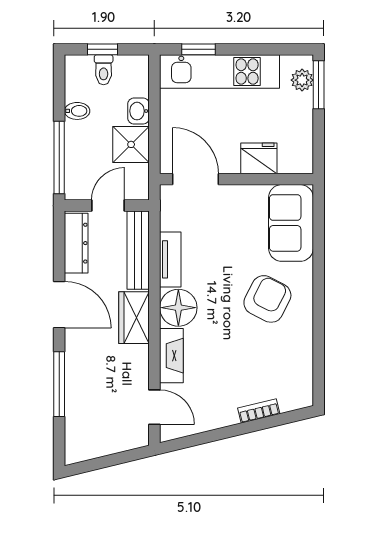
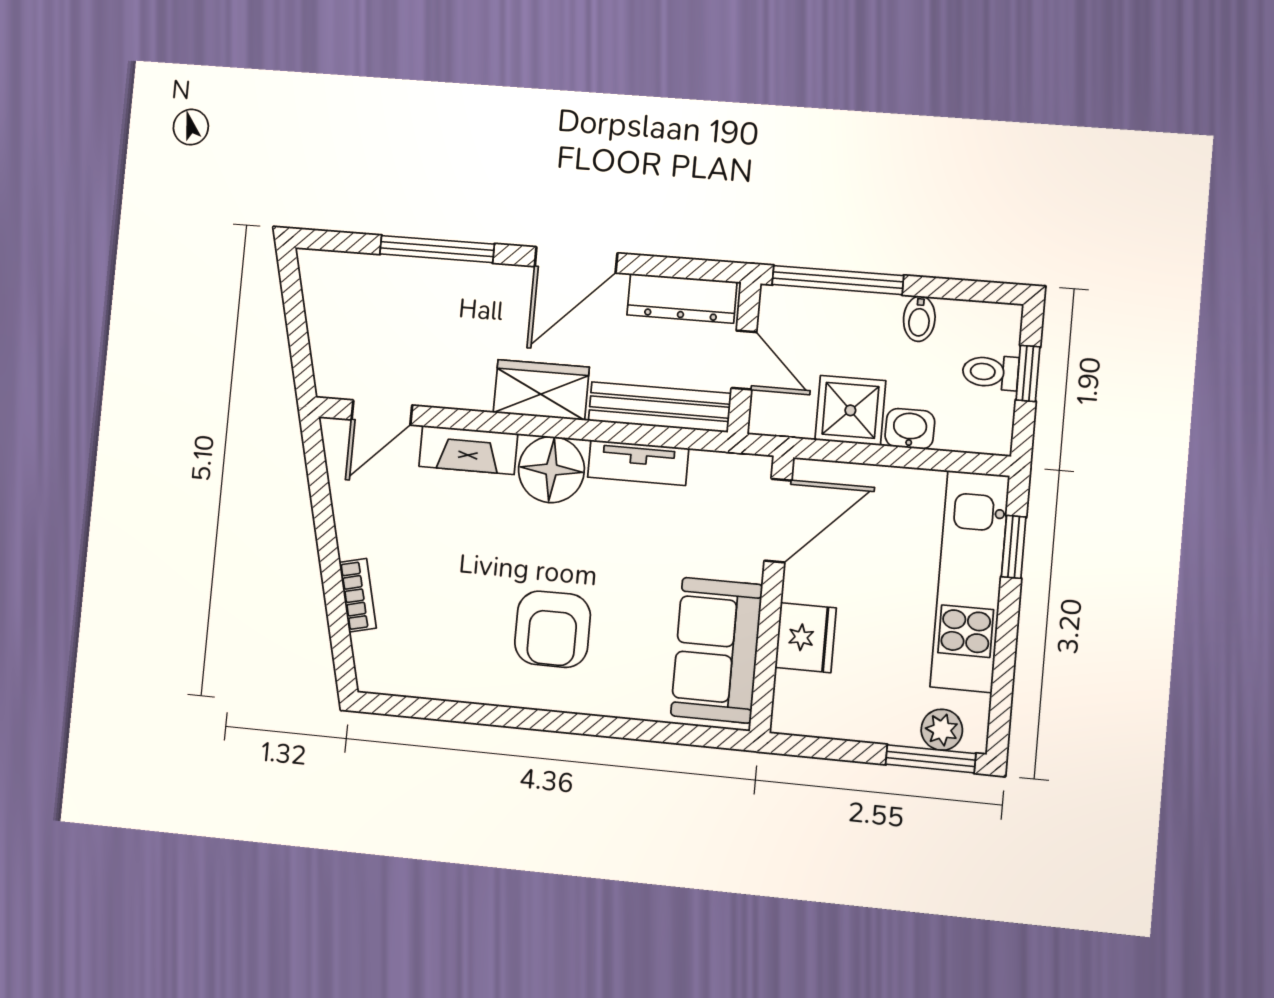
sofa: (291, 223) -> (717, 650), moved, turned -90
armchair: (267, 299) -> (553, 629), turned 63

